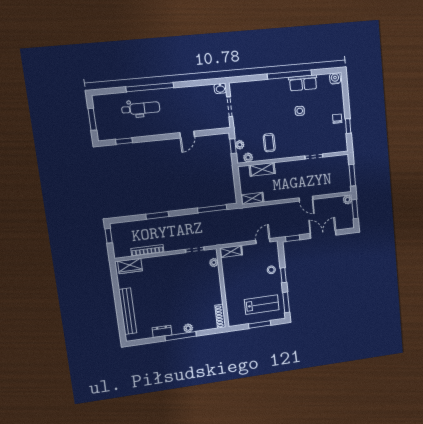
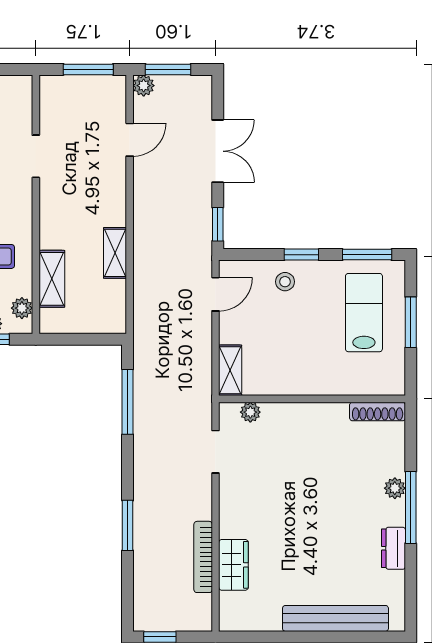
shelving: (252, 198) -> (115, 253), moved
door: (306, 199) -> (130, 140), moved
double door: (323, 234) -> (218, 151), swing flipped
door: (263, 241) -> (215, 294), swing flipped
wardrobe: (130, 266) -> (233, 565), moved

